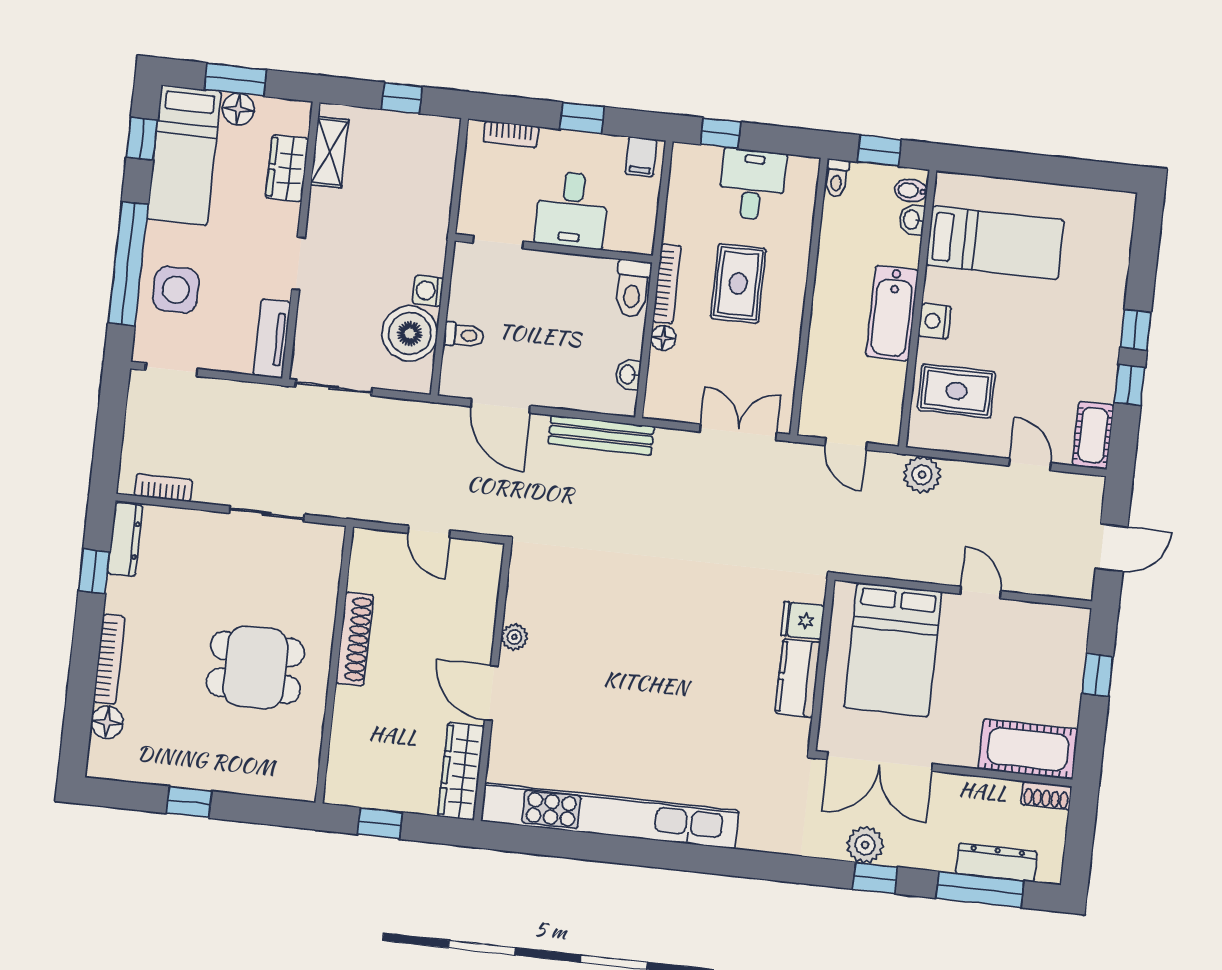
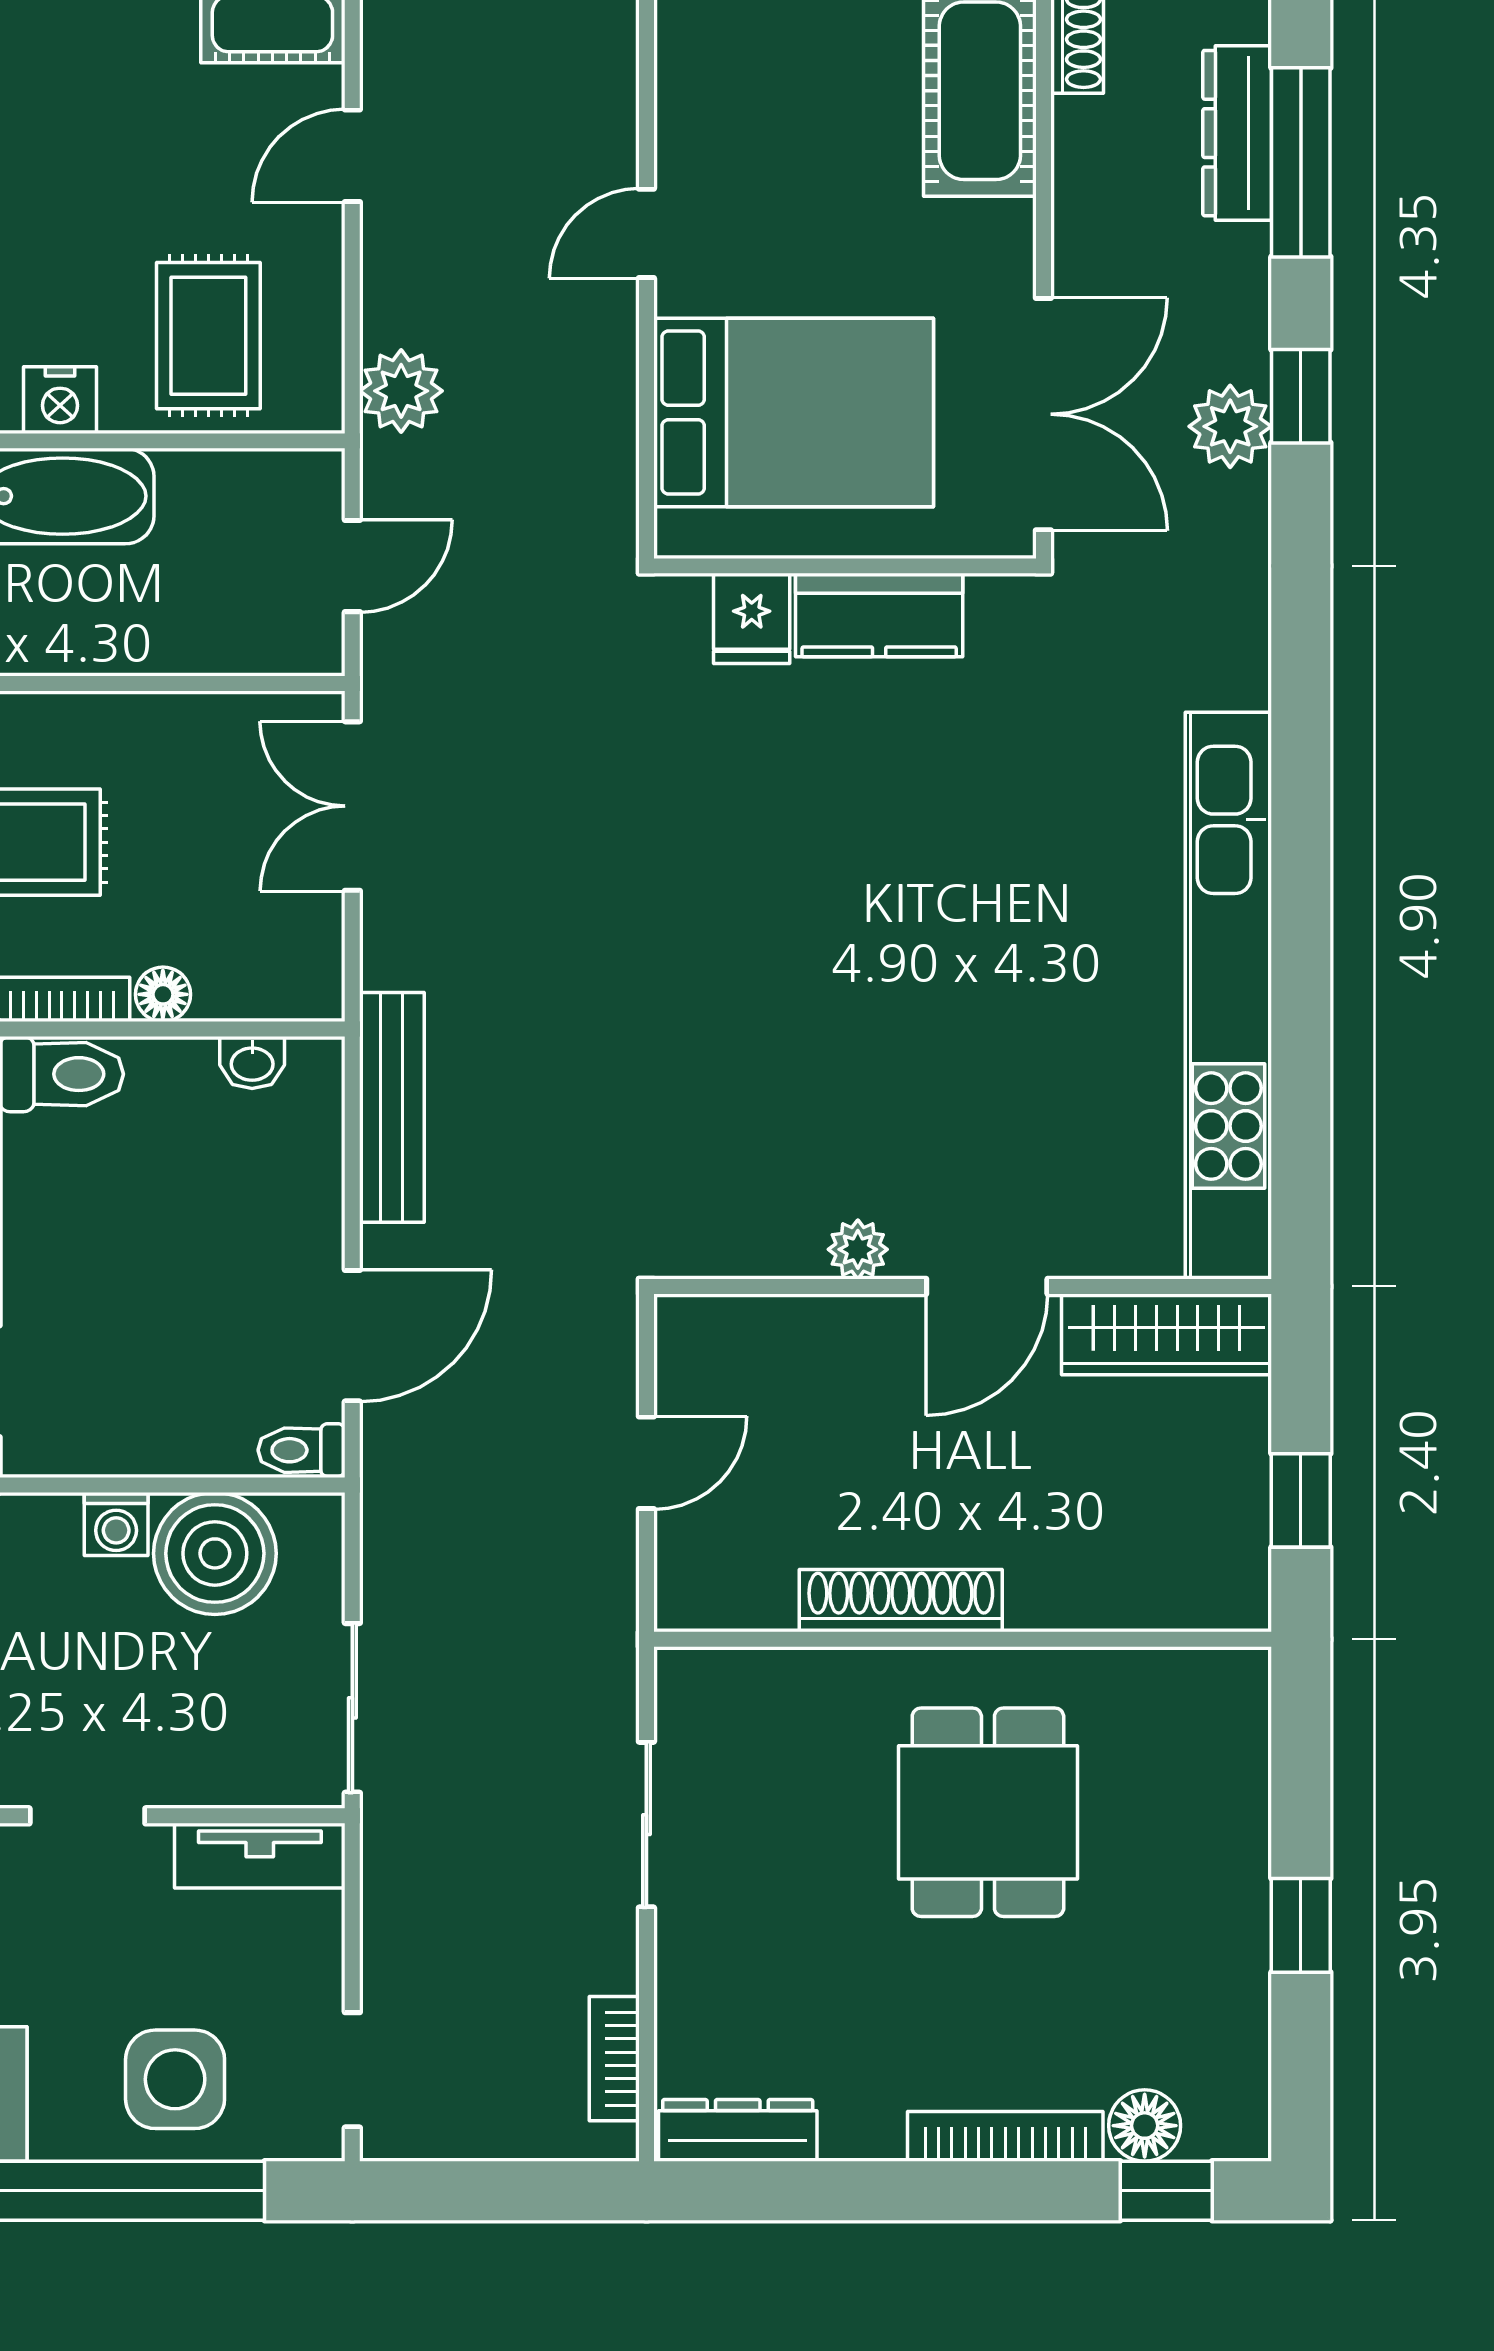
toilet: (464, 335) -> (302, 1450), moved, turned -90
window: (94, 571) -> (1166, 2191), moved

